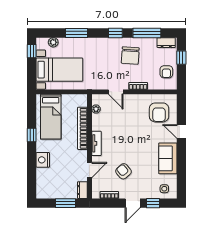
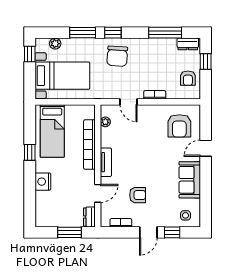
window: (115, 33) -> (113, 33), moved
chair: (130, 55) -> (117, 56), moved
door: (181, 131) -> (206, 148), hinge flipped
armchair: (123, 171) -> (138, 195), turned 131

